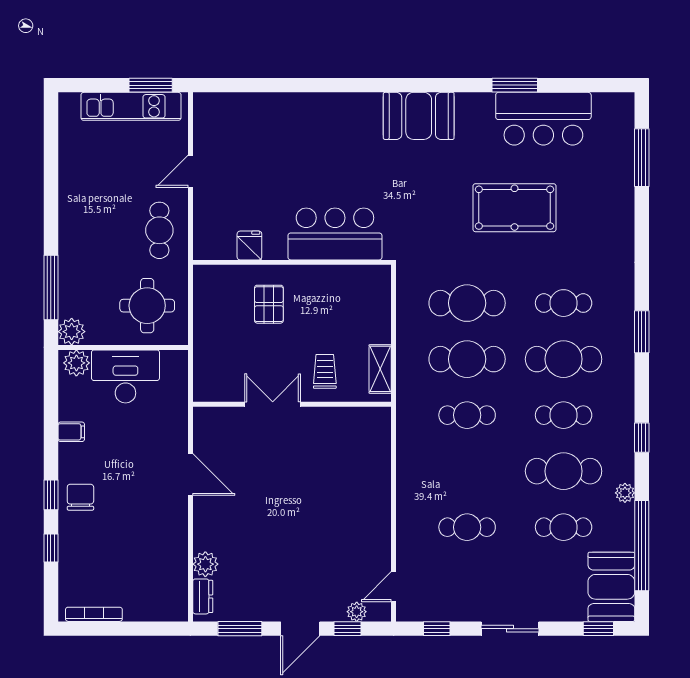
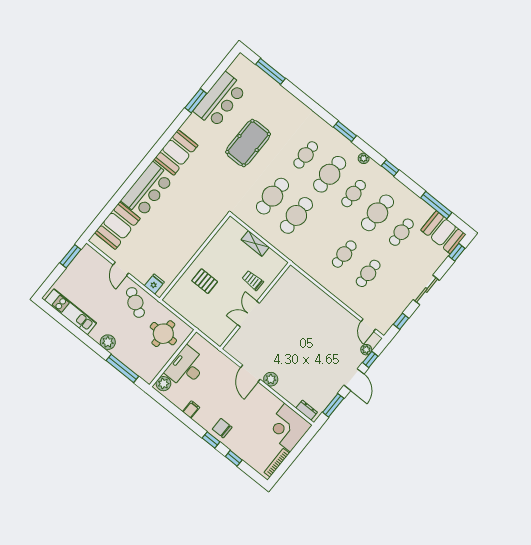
kitchen unit: (131, 106) -> (71, 312), moved, turned -90
booth: (248, 117) -> (117, 226), added
cafe table: (159, 230) -> (135, 302), turned 31
bar counter: (335, 234) -> (147, 190), moved, turned 180
fridge: (249, 245) -> (154, 284), moved, turned 90
plant: (72, 332) -> (108, 342), moved
shelving: (380, 369) -> (255, 243), moved
cafe table: (467, 415) -> (344, 254), moved
door: (190, 475) -> (250, 373), swing flipped
plant: (625, 493) -> (364, 158), moved
window: (642, 546) -> (436, 205), width x0.68
plant: (205, 564) -> (271, 379), moved
corner desk: (156, 590) -> (288, 428), added

